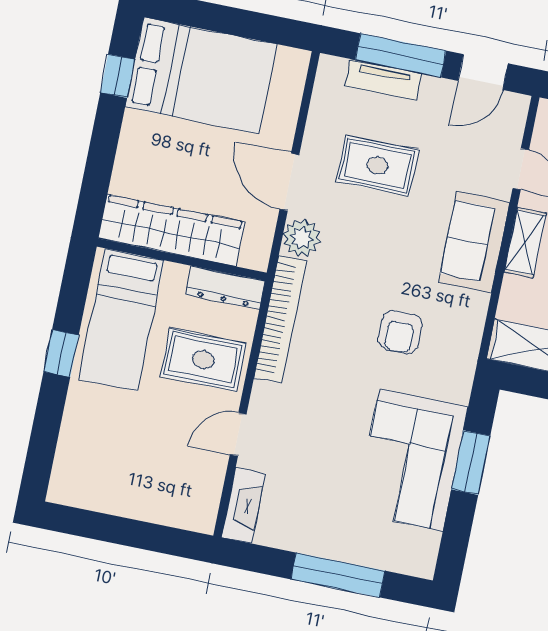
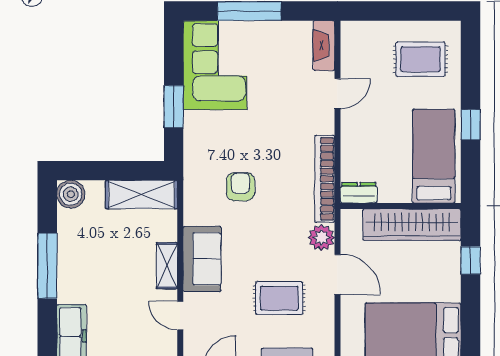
window: (118, 76) -> (470, 260), moved
dresser: (225, 288) -> (359, 193), width x0.70
rug: (203, 360) -> (420, 59), moved
corner sofa: (411, 460) -> (215, 65), moved

